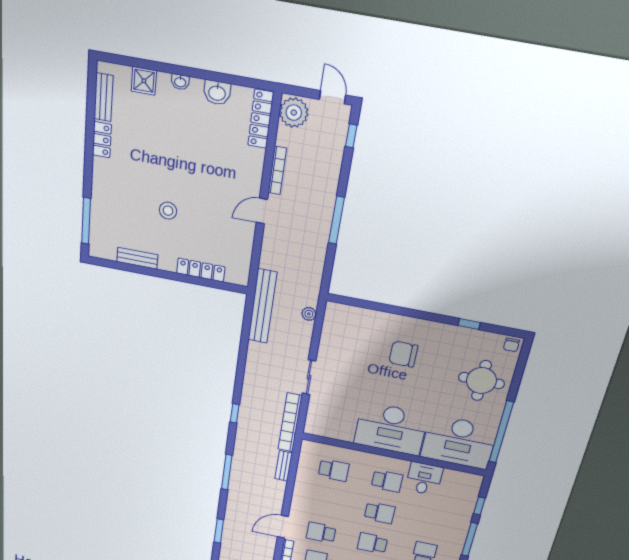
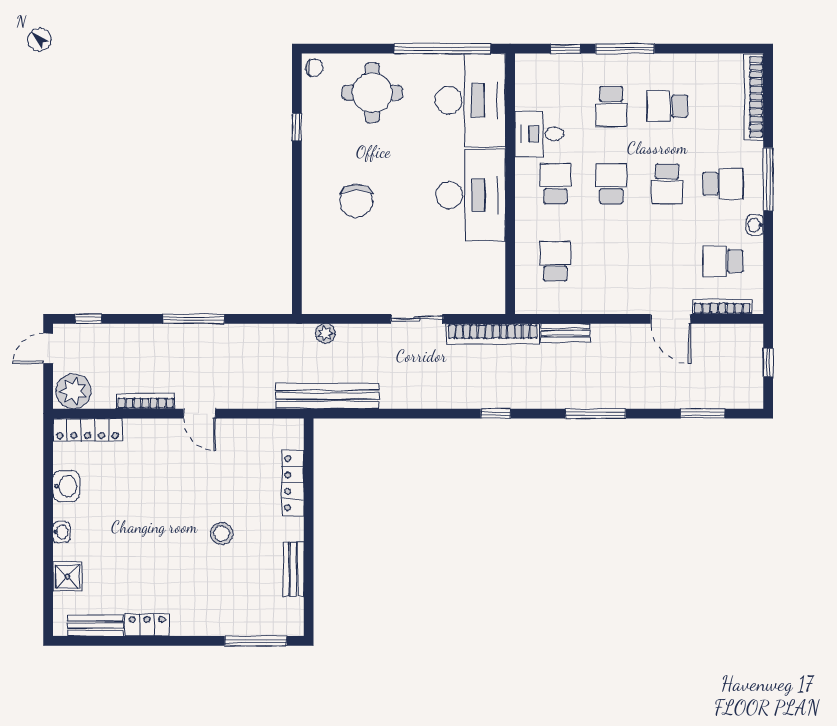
school desk: (321, 533) -> (611, 106), moved

